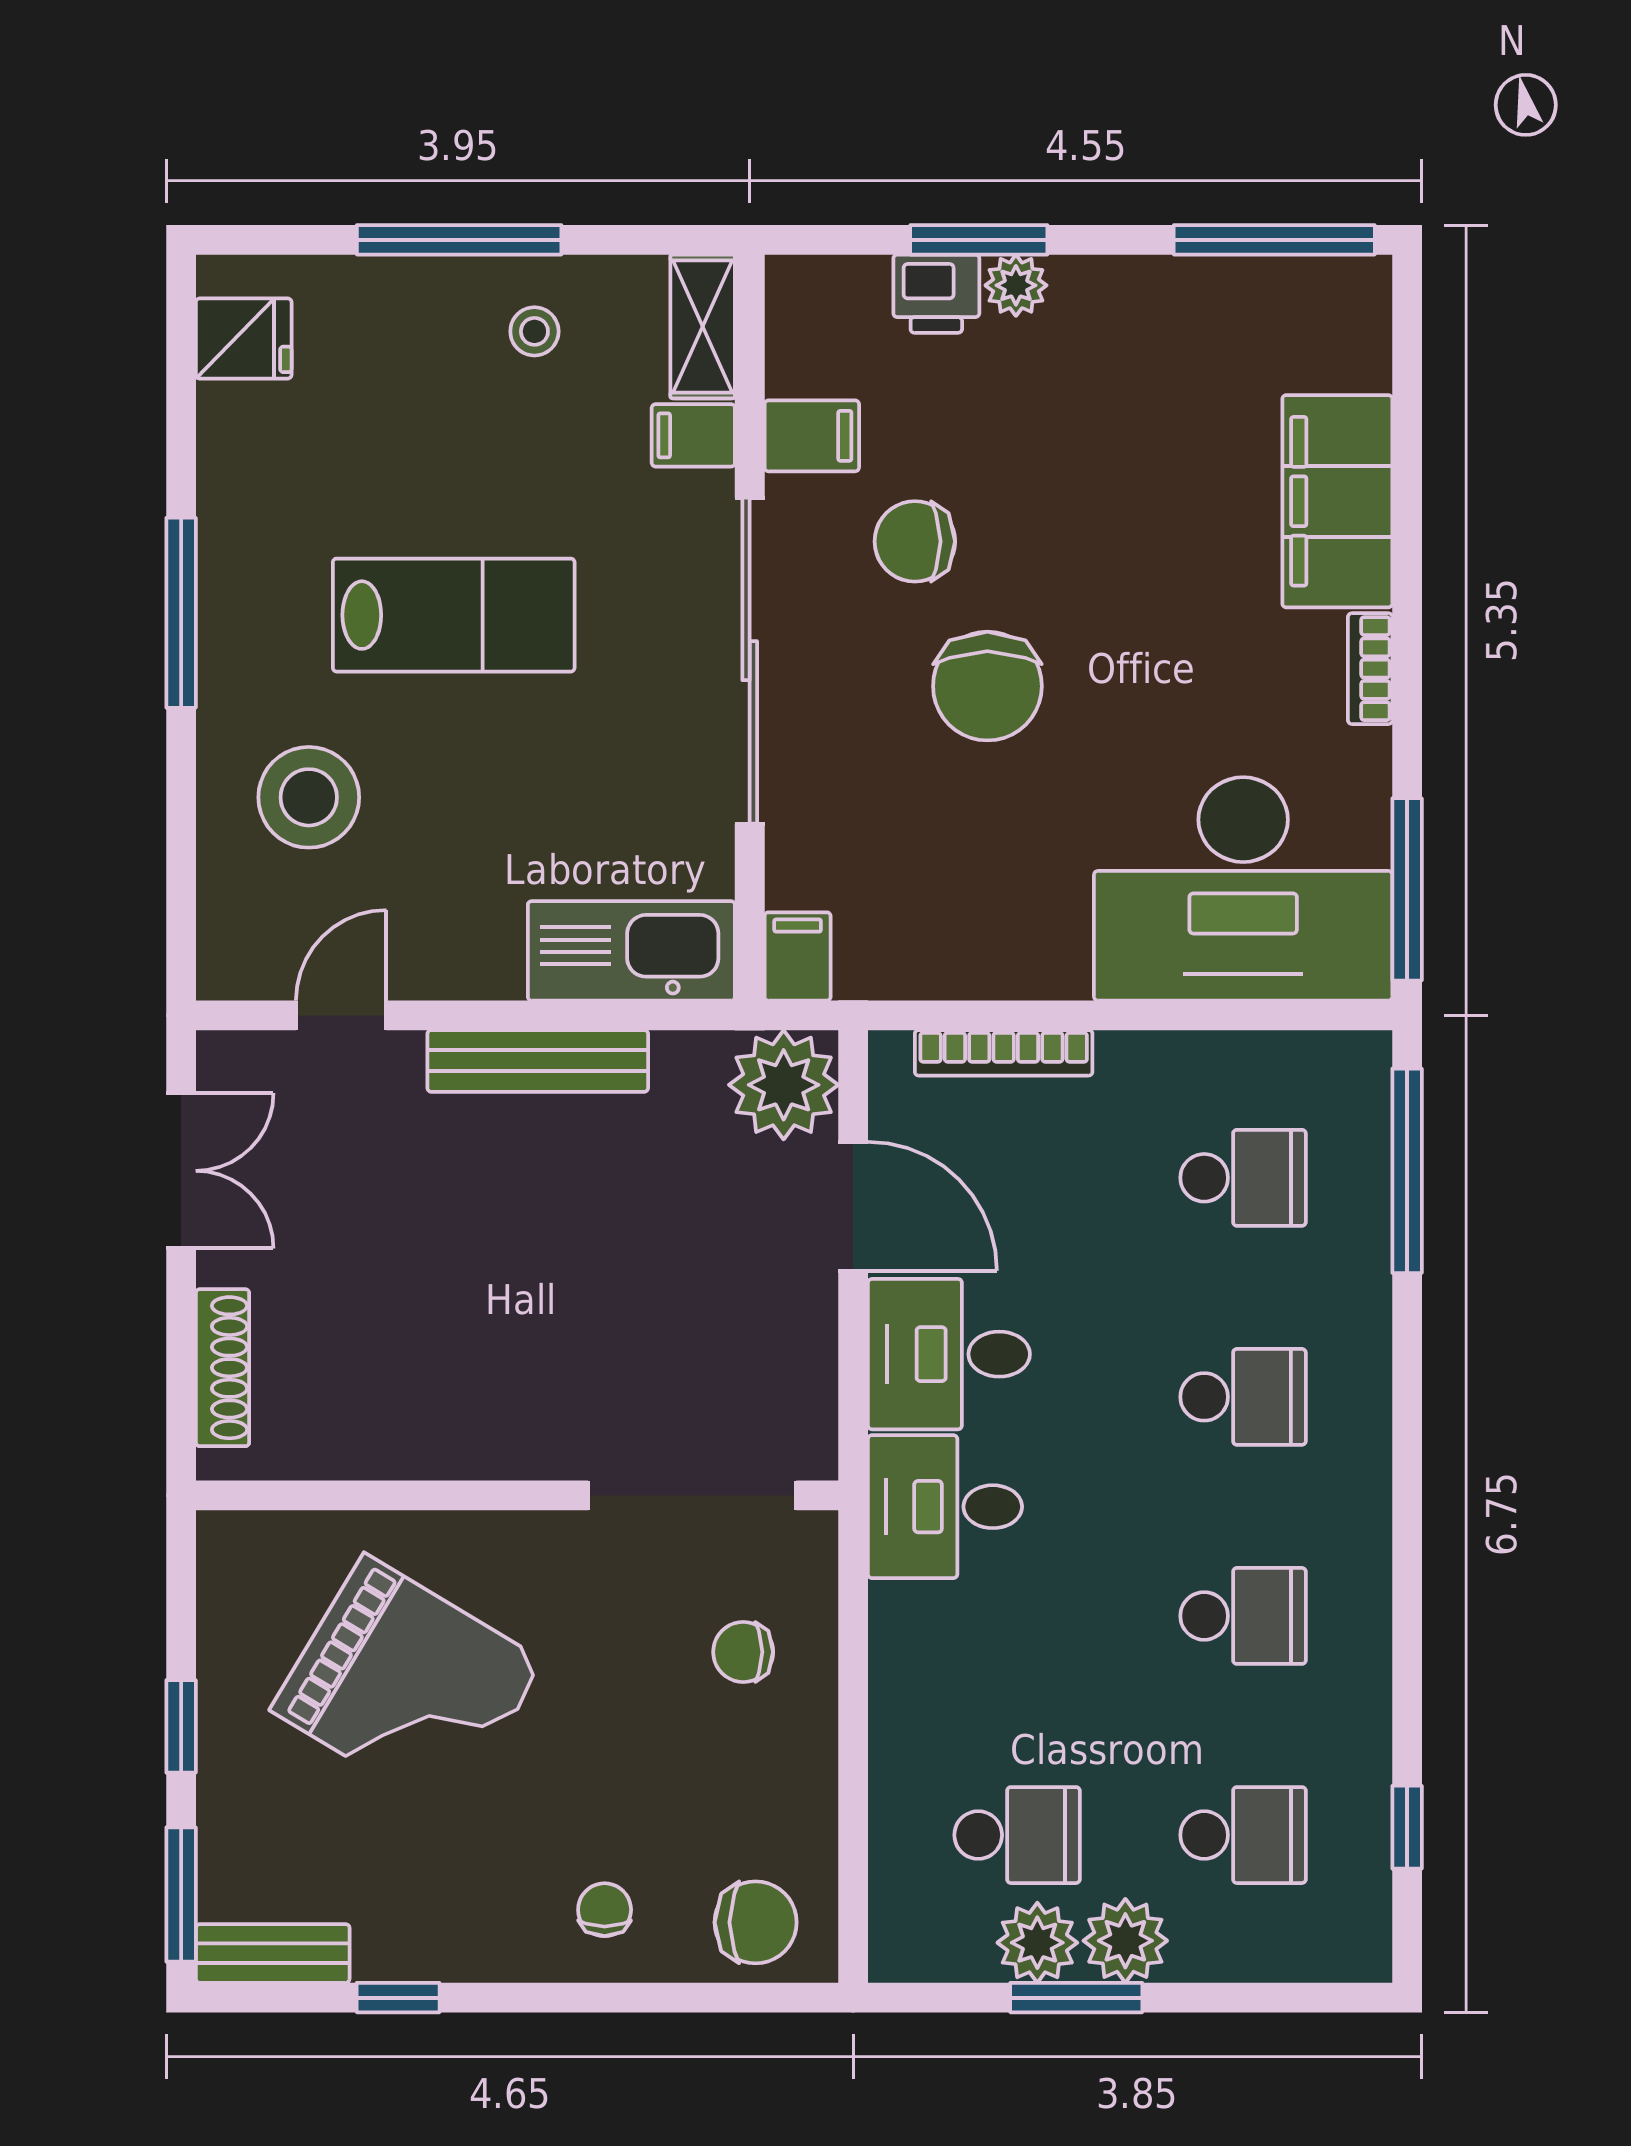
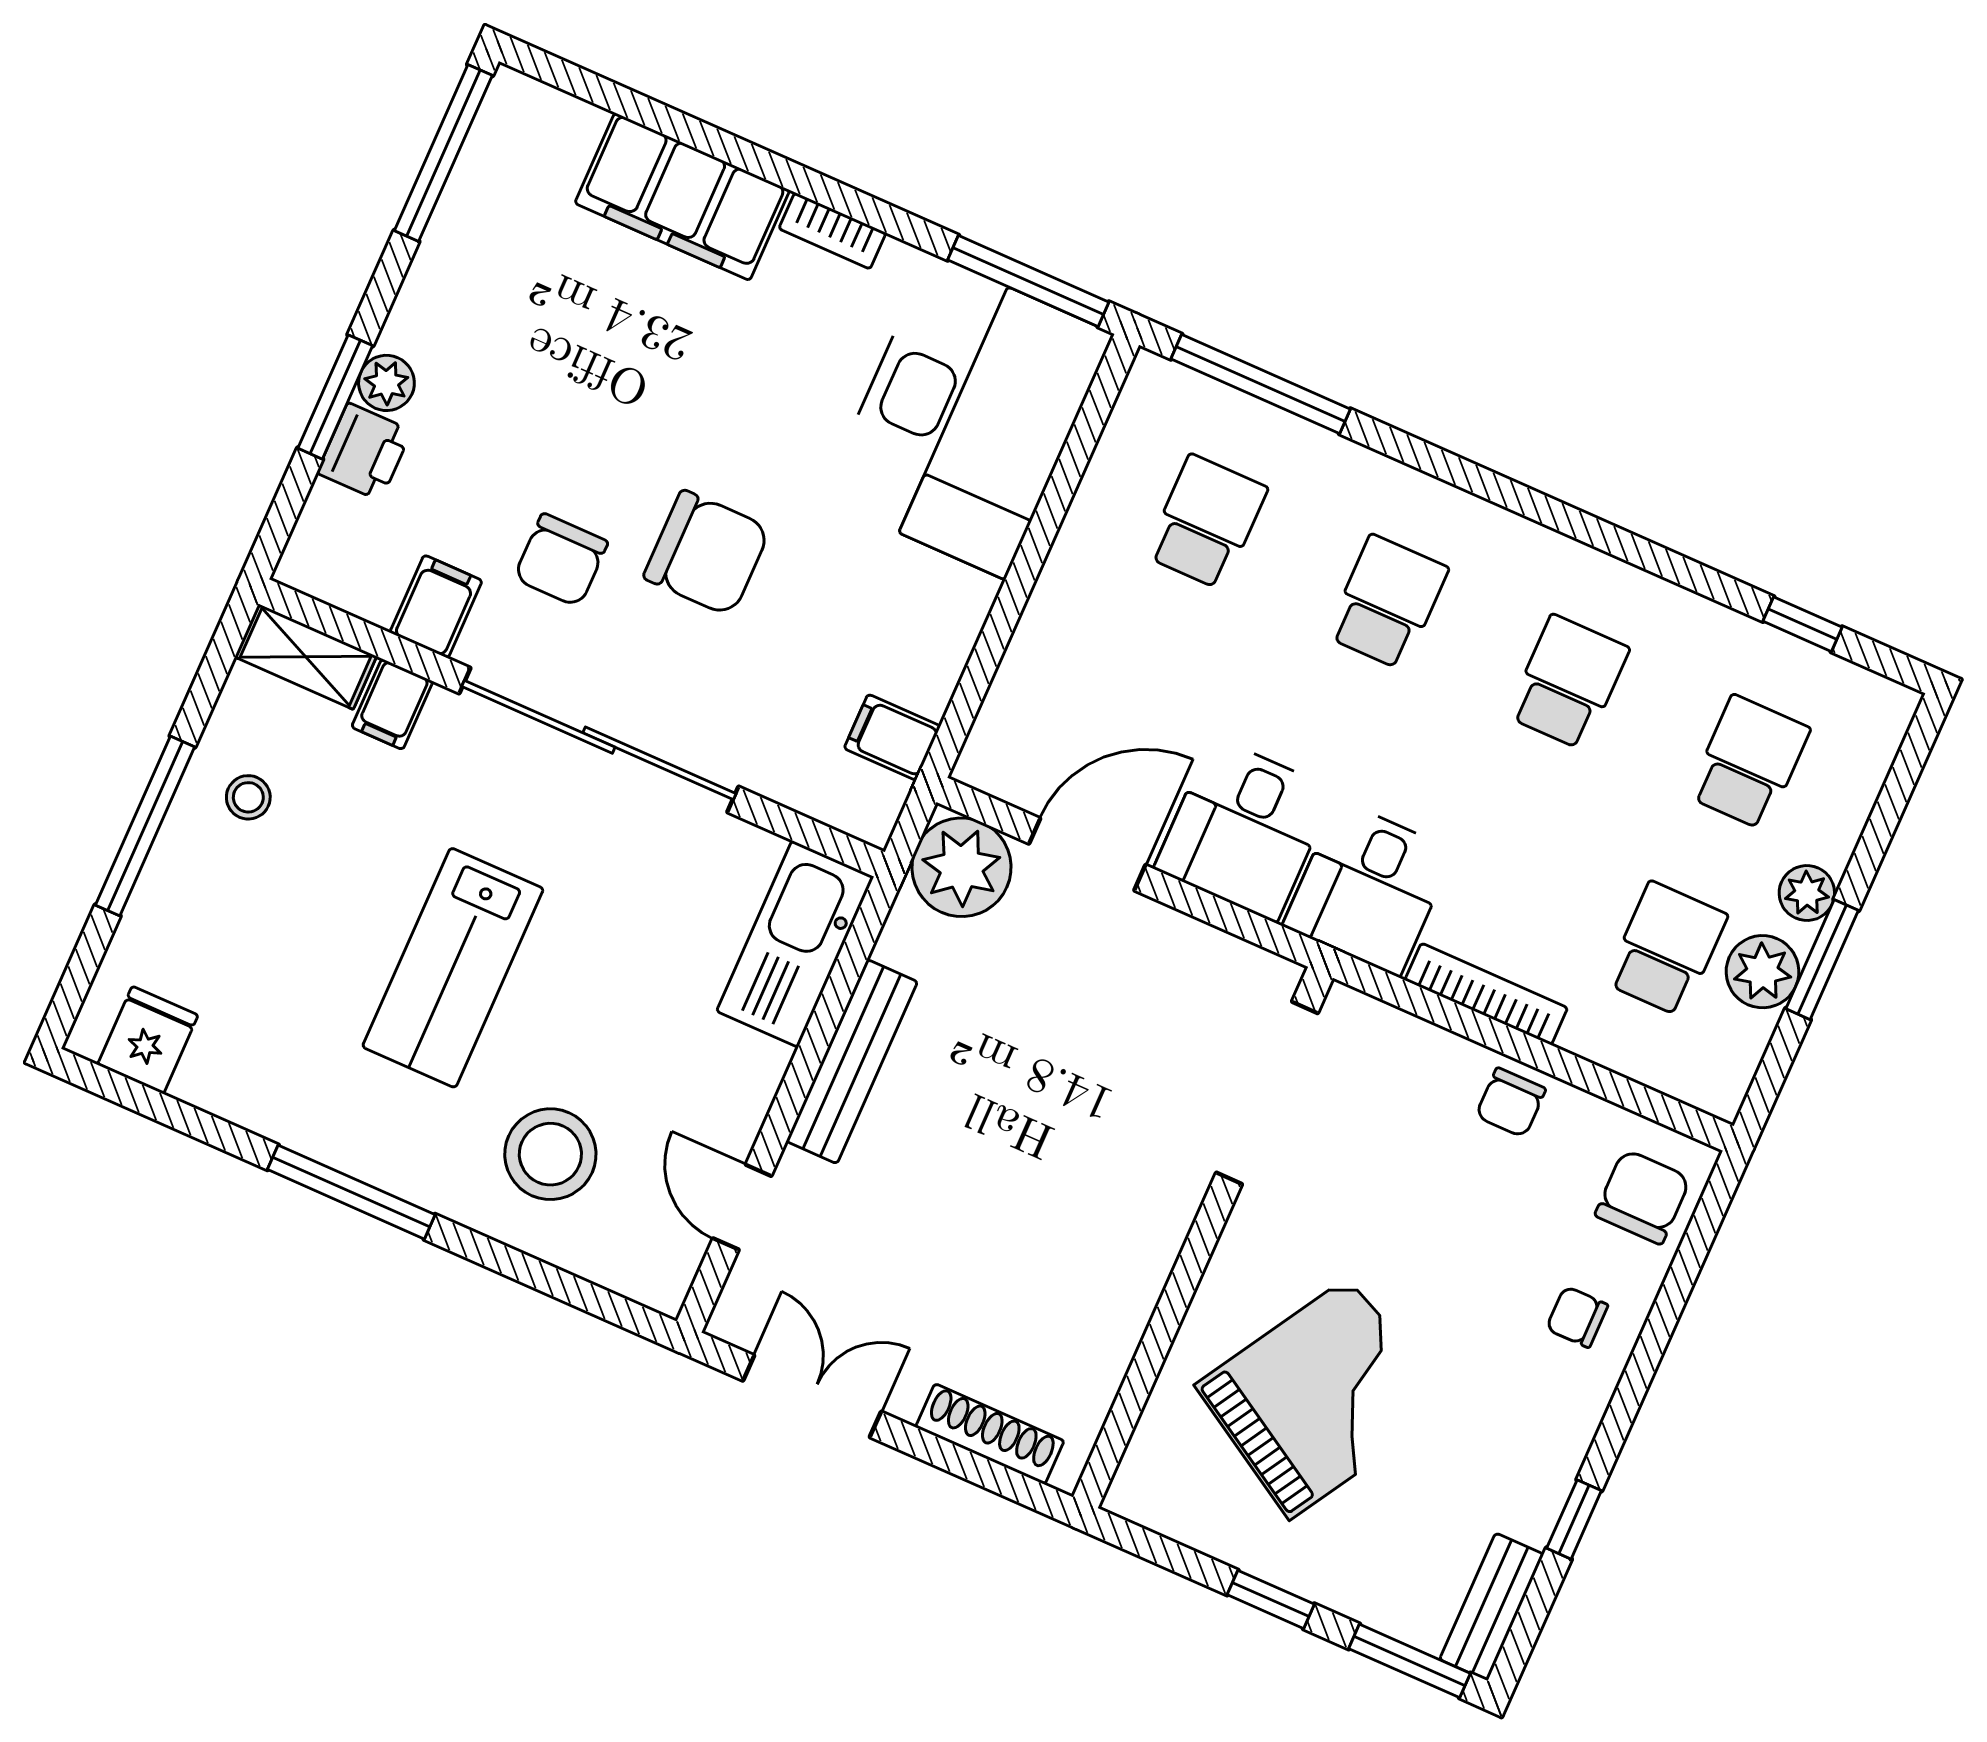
lab bench: (454, 615) -> (453, 968), turned 180
filing cabinet: (798, 956) -> (892, 737), moved
bookcase: (1004, 1053) -> (1486, 994), moved, turned -90
chair: (743, 1652) -> (1511, 1102), moved
plant: (1125, 1941) -> (1807, 893), width x0.73, depth x0.73

